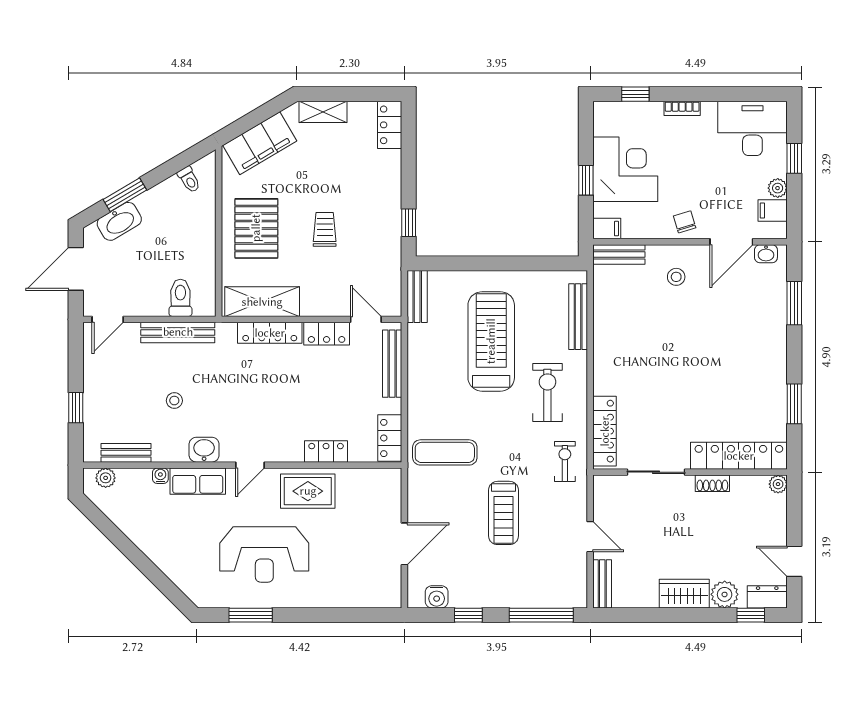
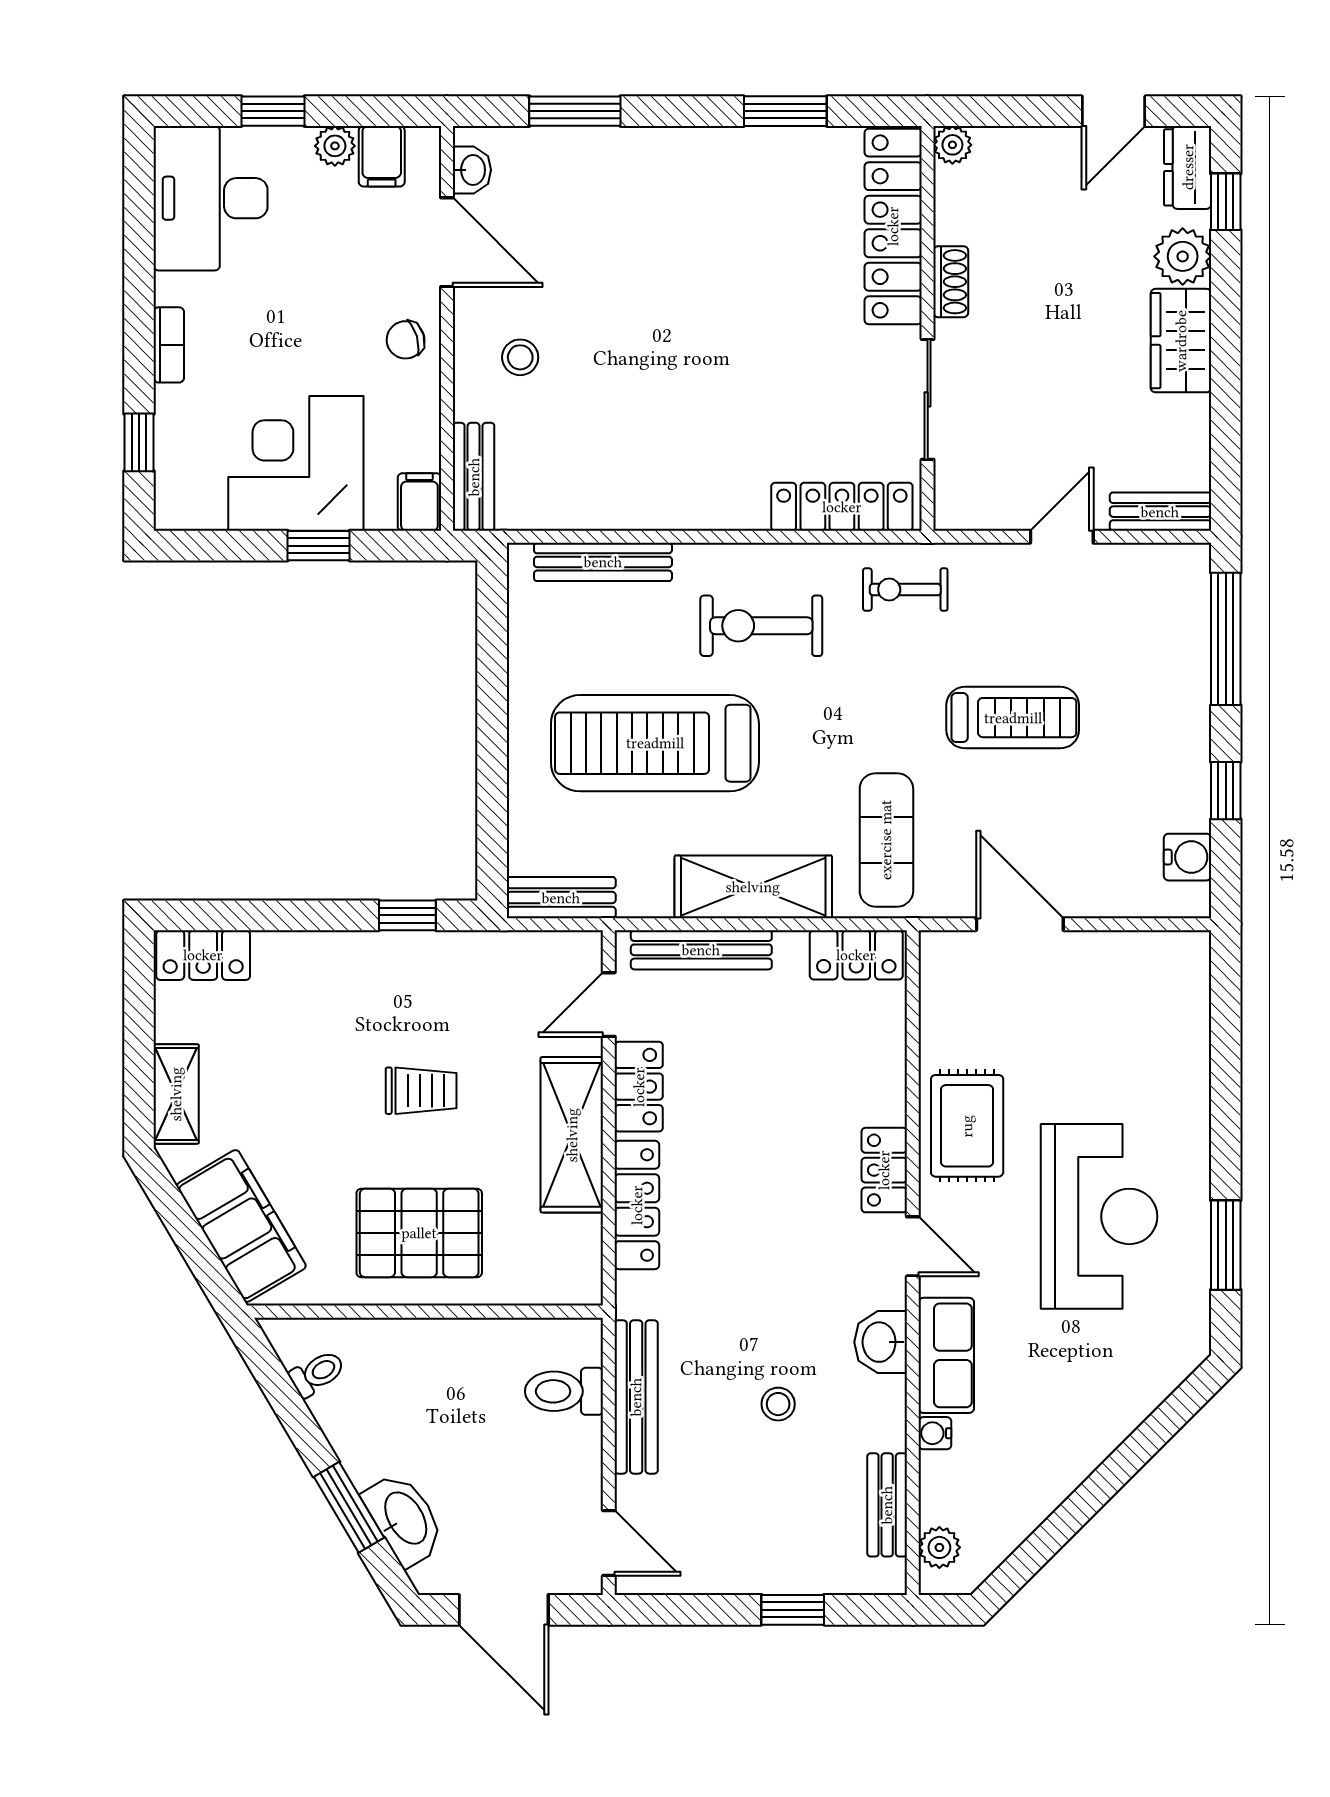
trolley: (325, 229) -> (421, 1091), turned 180
shelving: (262, 302) -> (572, 1135), moved
shelving: (422, 389) -> (753, 887), added
locker: (326, 451) -> (884, 1170), moved
door: (404, 544) -> (1020, 924), moved

